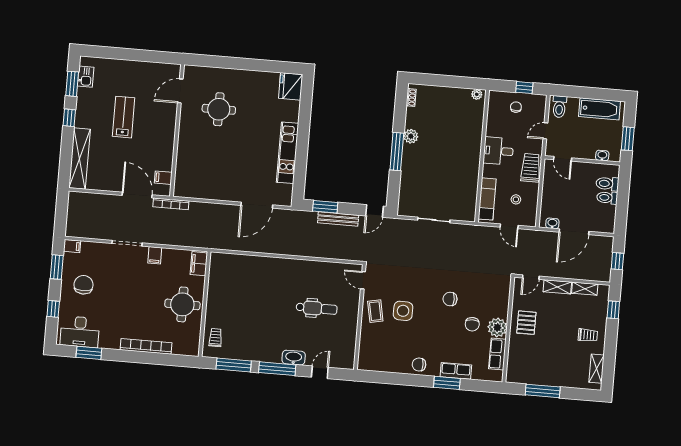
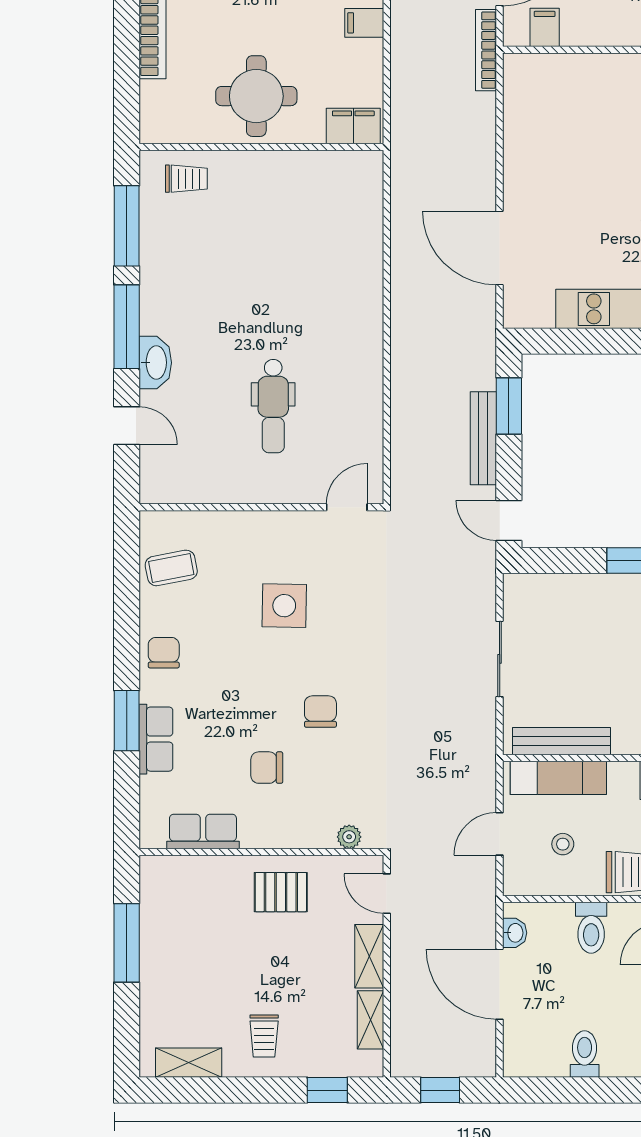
toilet: (607, 184) -> (591, 928), moved, turned 180
bench: (471, 196) -> (562, 741), added
coffee table: (375, 311) -> (171, 568), moved
plant: (497, 327) -> (349, 837), moved, width x0.53, depth x0.53

